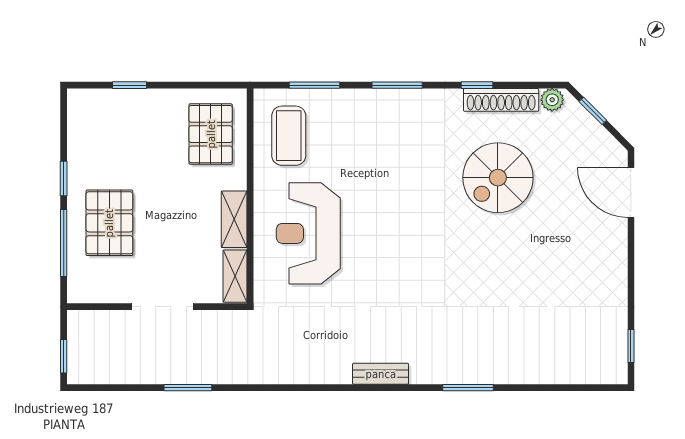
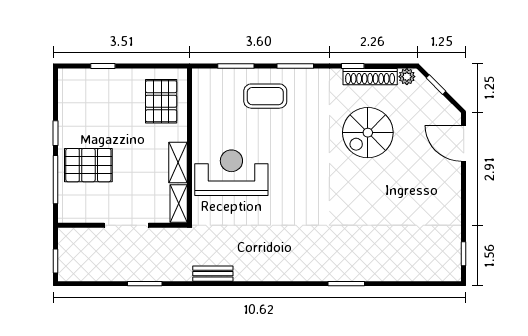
coffee table: (289, 136) -> (265, 96), moved, turned 90
pallet: (109, 223) -> (88, 165), turned 90
reception desk: (308, 233) -> (231, 173), turned 90
bench: (381, 374) -> (213, 274), moved

